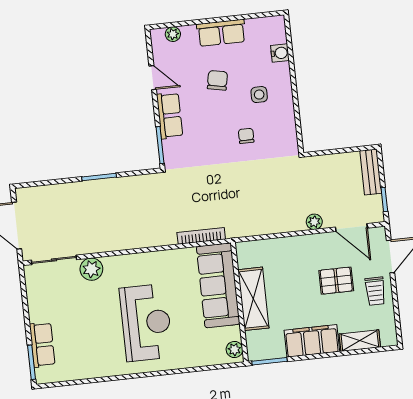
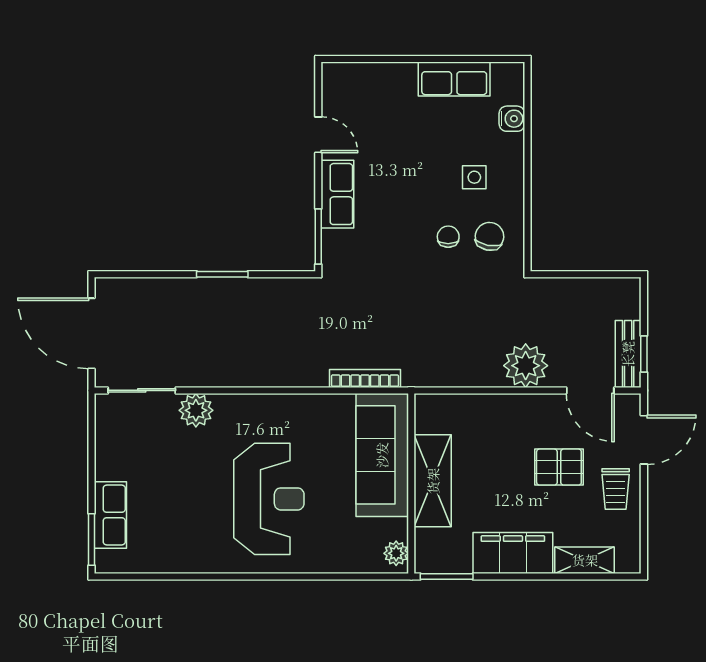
row of seats: (221, 33) -> (454, 79), moved
plant: (173, 34) -> (355, 73), removed
chair: (217, 80) -> (489, 236), moved
bench: (371, 172) -> (628, 354), moved
plant: (314, 222) -> (526, 366), width x1.88, depth x1.88

